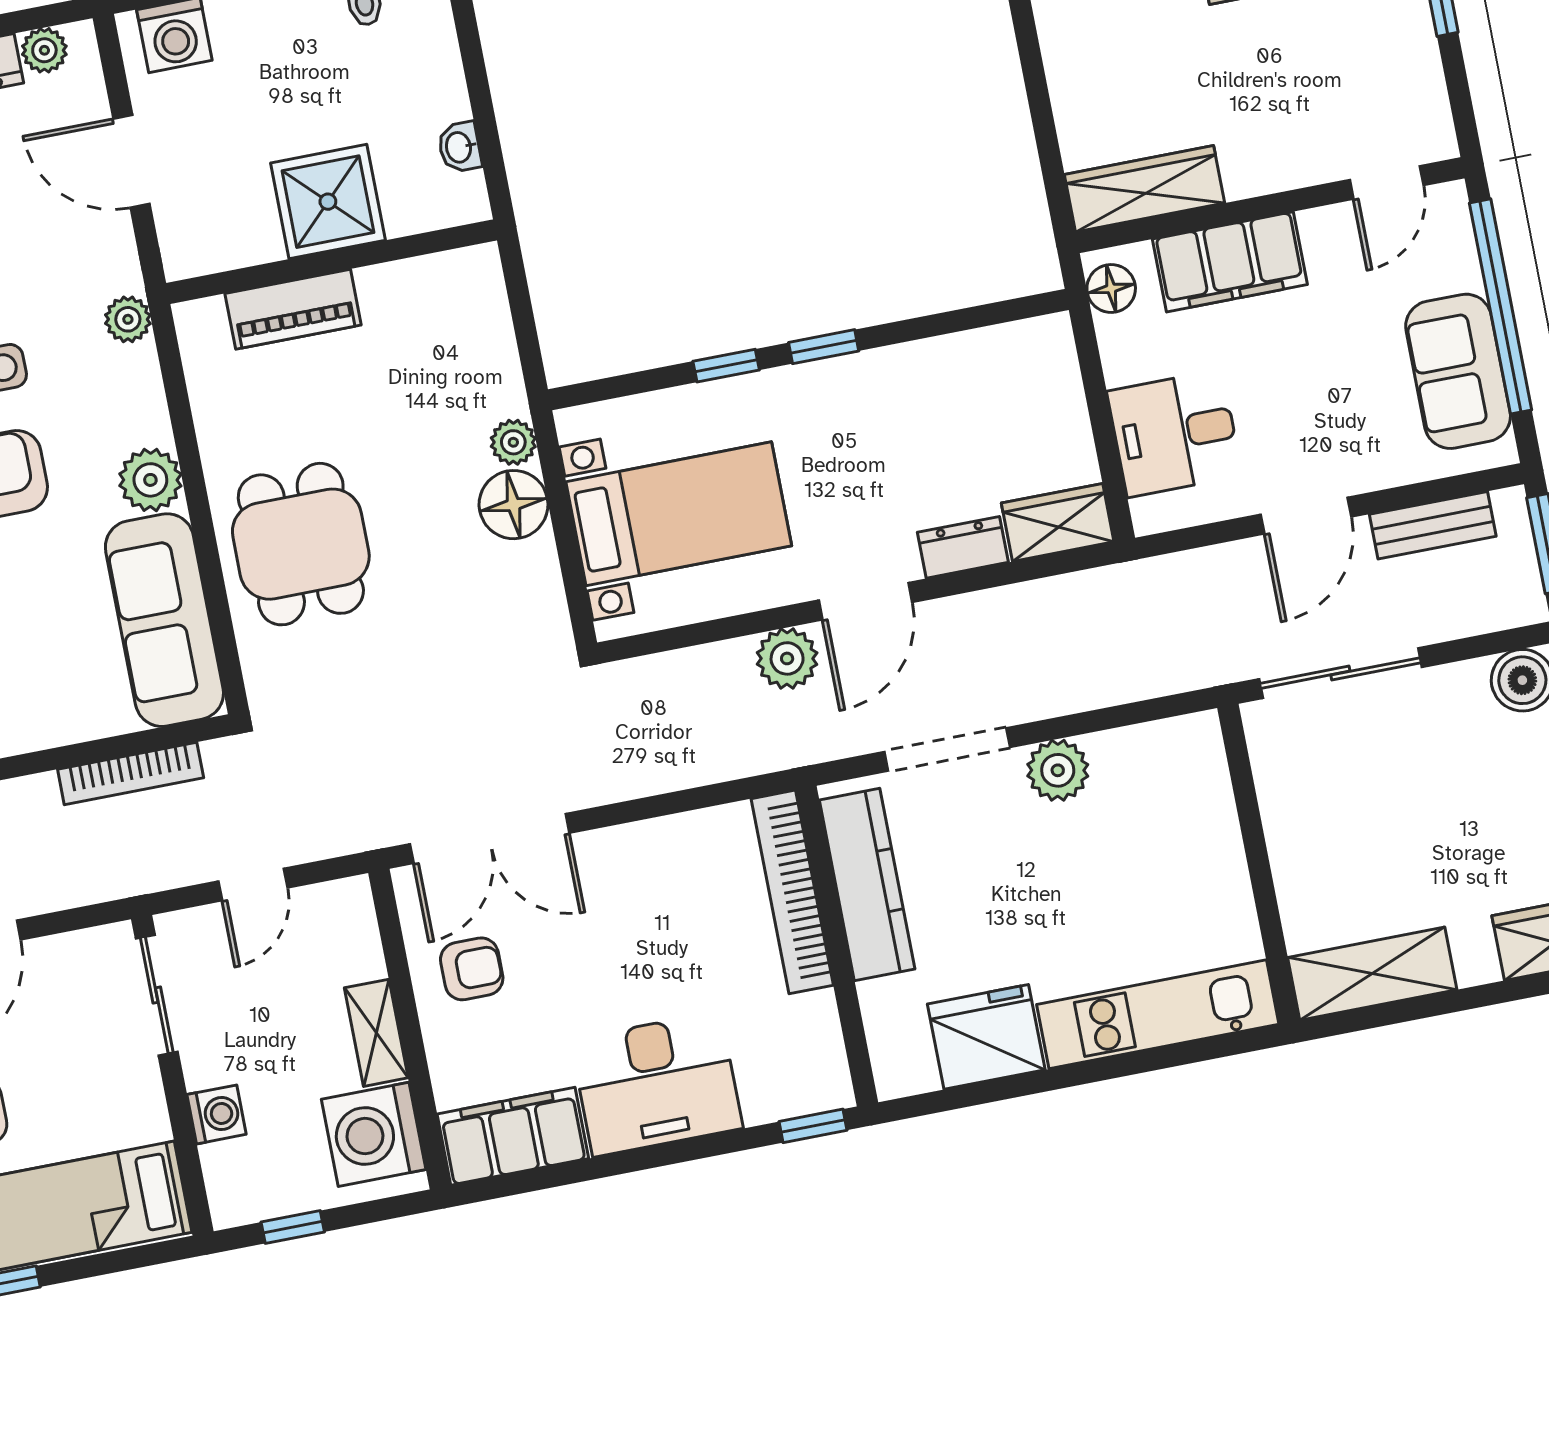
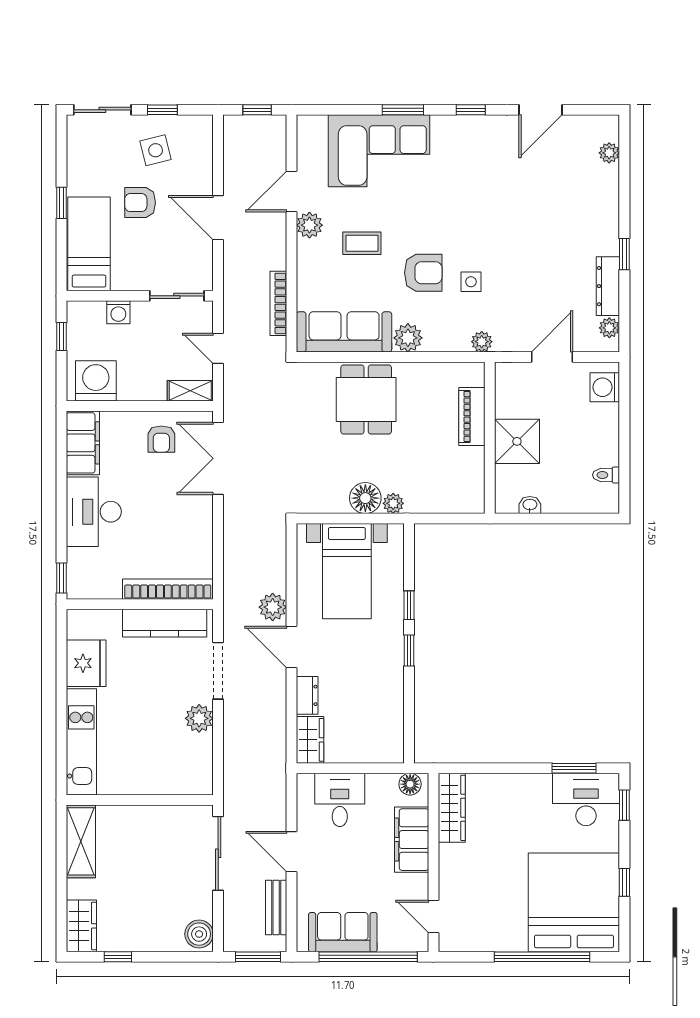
dining table: (301, 544) -> (366, 400), turned 90
shelving: (376, 1033) -> (190, 391), moved

